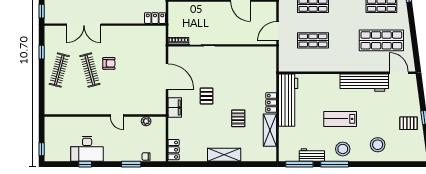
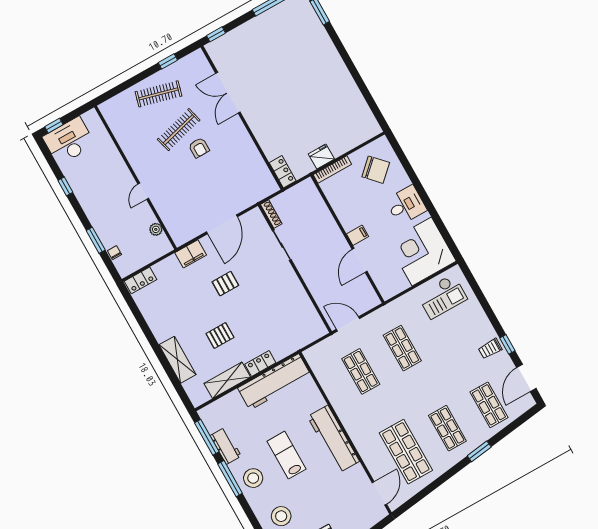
workbench: (364, 83) -> (333, 439), moved
desk: (87, 149) -> (69, 141), moved, turned 90
shelving: (224, 155) -> (177, 360), moved

